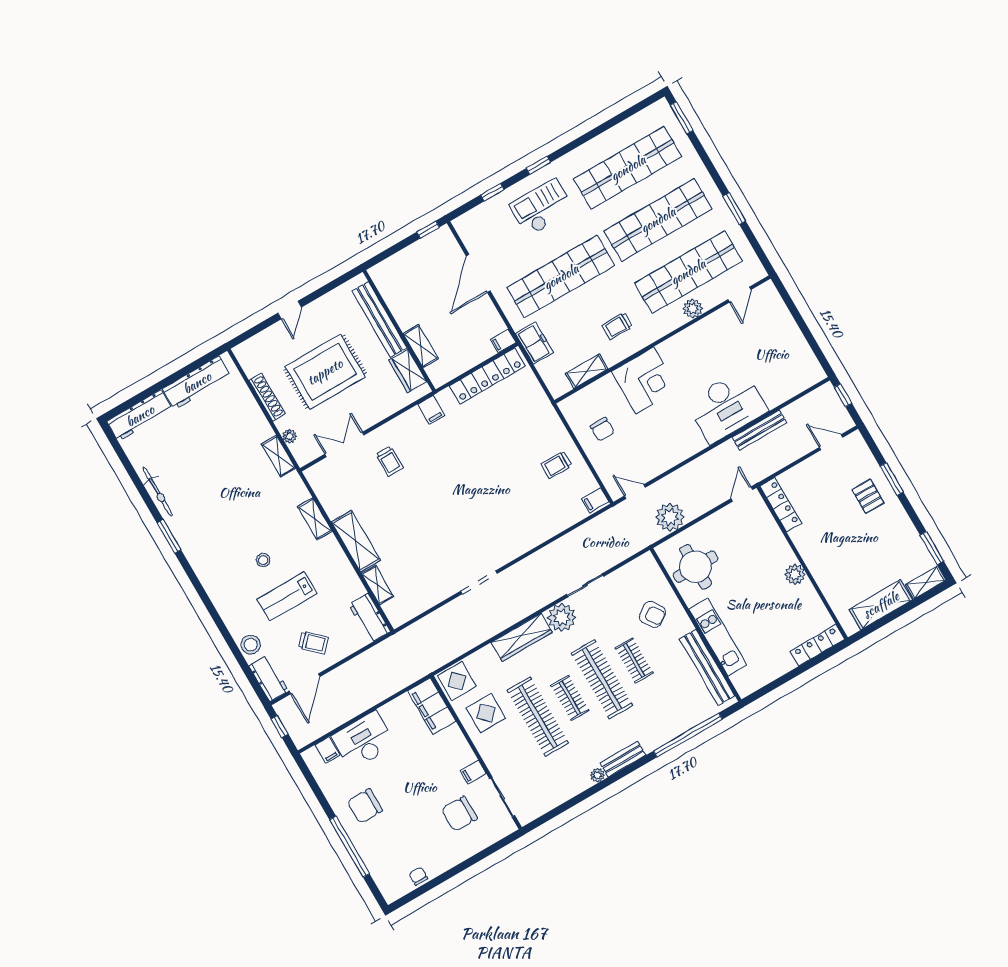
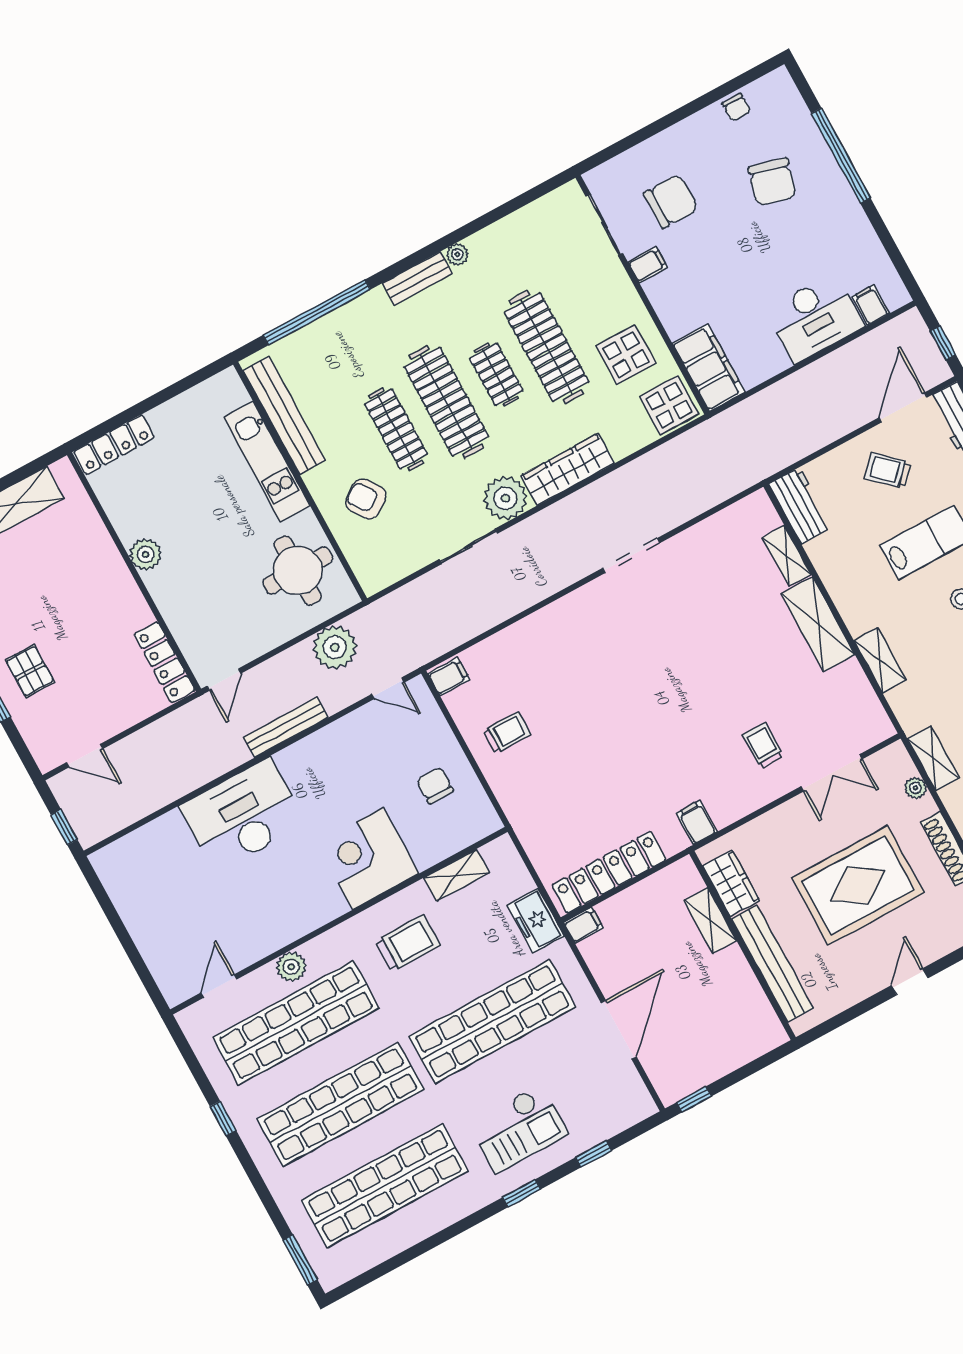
window: (734, 209) -> (223, 1118), width x0.67
trolley: (617, 326) -> (408, 943), width x1.36, depth x1.39
bench: (759, 430) -> (286, 727), moved
clothes rail: (634, 661) -> (396, 429), width x1.36
chair: (365, 806) -> (772, 182), moved, turned 105

